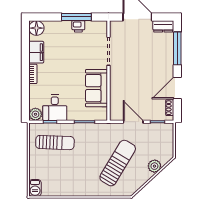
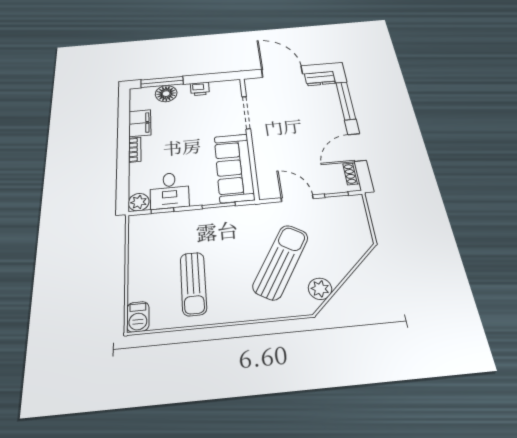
window: (76, 17) -> (162, 82), moved
floor lamp: (36, 28) -> (166, 94), moved
sofa: (96, 88) -> (234, 168), width x1.36
sun lounger: (55, 143) -> (193, 283), moved, turned 88
plant: (154, 166) -> (320, 289), moved

